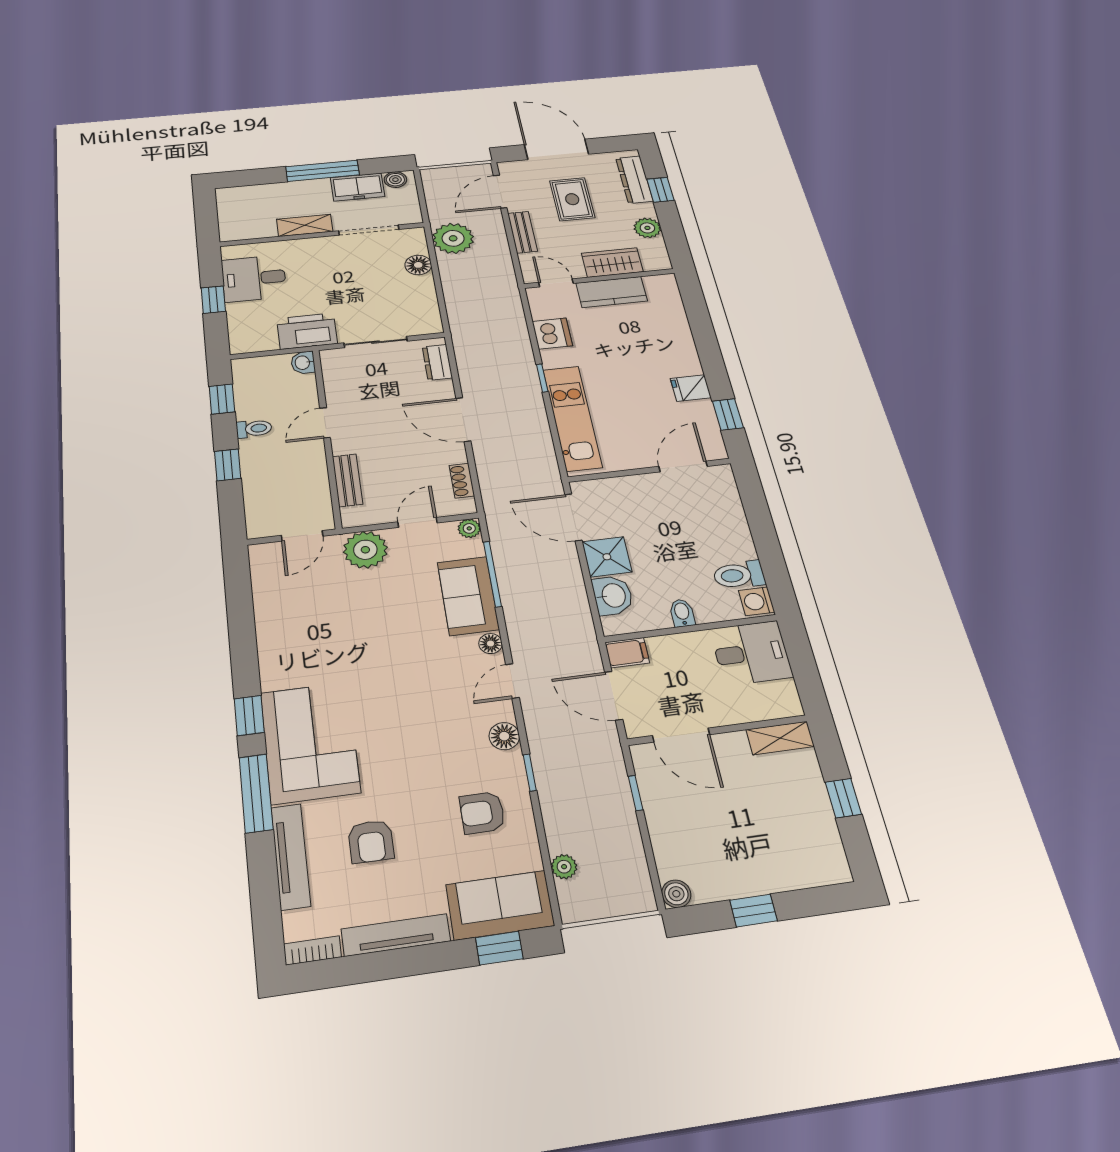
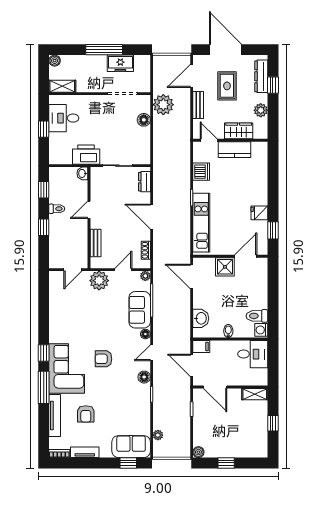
boiler: (395, 180) -> (55, 61), moved
shelving: (305, 225) -> (62, 86), moved
shower: (607, 557) -> (225, 267), moved
armchair: (482, 813) -> (104, 359), moved
tv unit: (396, 935) -> (85, 452), width x0.71

